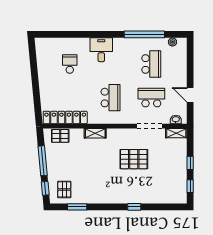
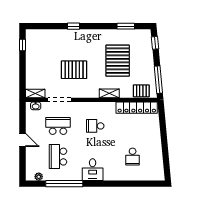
desk: (101, 50) -> (93, 170), moved
door: (190, 95) -> (23, 140), moved
school desk: (111, 98) -> (95, 126), width x0.54
school desk: (151, 98) -> (58, 126), turned 180
window: (43, 161) -> (158, 80), moved
window: (190, 163) -> (23, 66), removed
pallet: (64, 189) -> (118, 61), moved, width x2.05, depth x2.00

